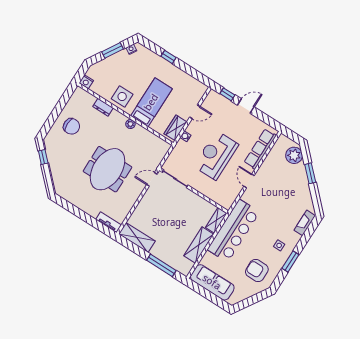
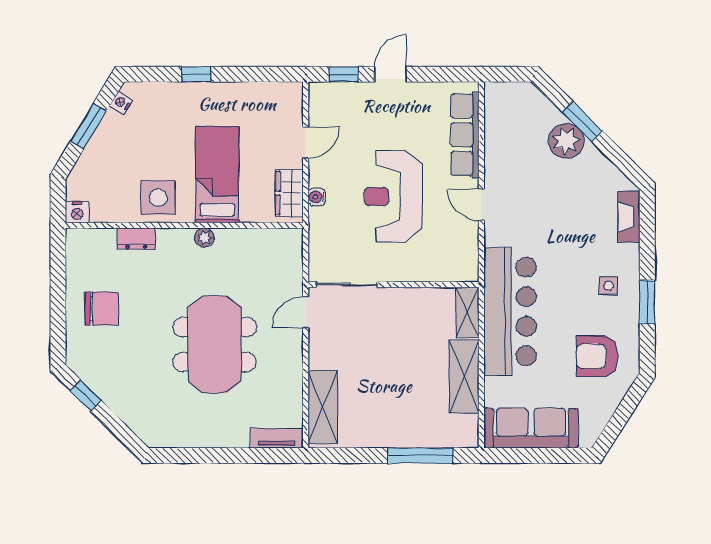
plant: (294, 155) -> (566, 141), moved
shelving: (137, 238) -> (323, 407), moved, turned 90

